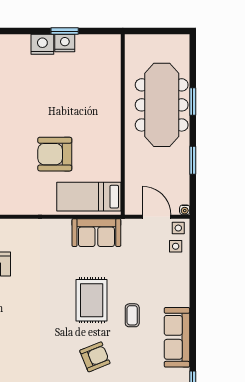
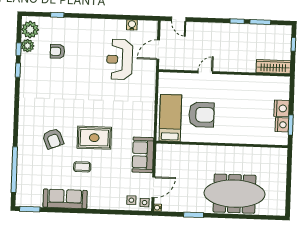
window: (193, 101) -> (236, 216), removed
wall: (123, 125) -> (222, 144), moved
armchair: (55, 154) -> (201, 115), turned 90
bed: (89, 197) -> (170, 118), moved
sofa: (96, 233) -> (143, 155), moved

